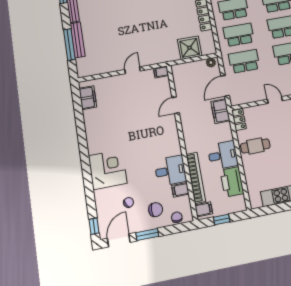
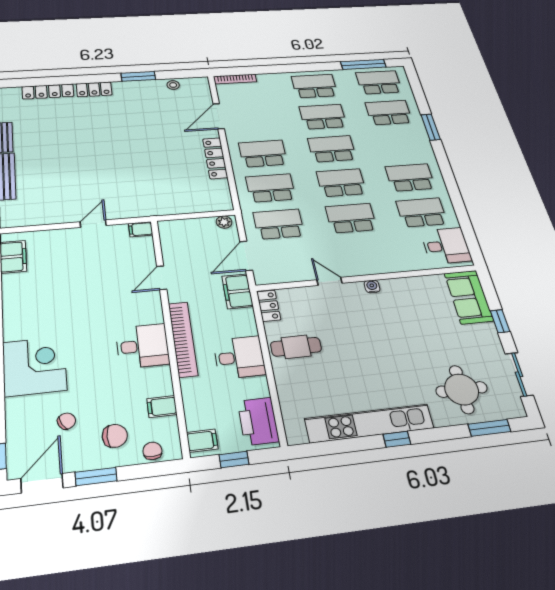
shower: (190, 48) -> (190, 199), removed
desk: (170, 171) -> (143, 346), moved
bookcase: (196, 178) -> (183, 339), moved
printer: (232, 182) -> (258, 421), moved

